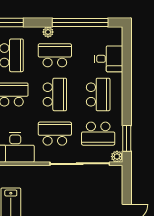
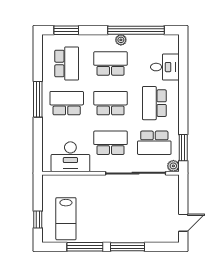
plant: (48, 32) -> (121, 40), moved
school desk: (55, 94) -> (110, 103), turned -90
school desk: (98, 94) -> (154, 103), turned 180

